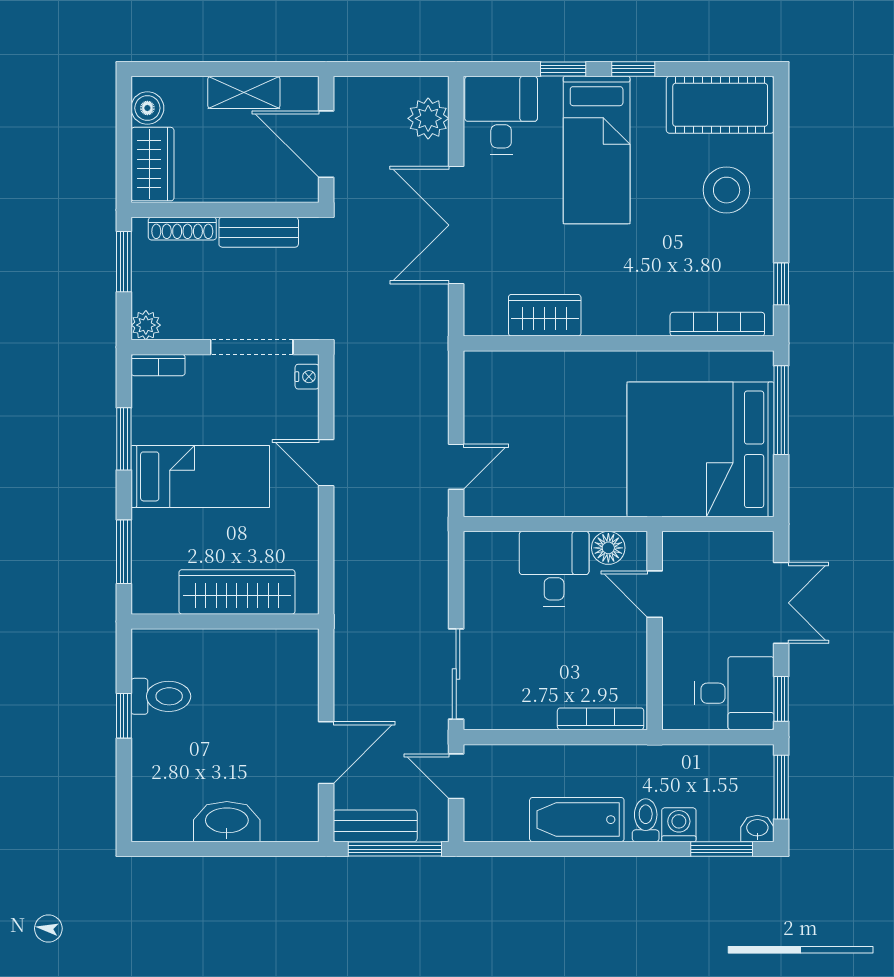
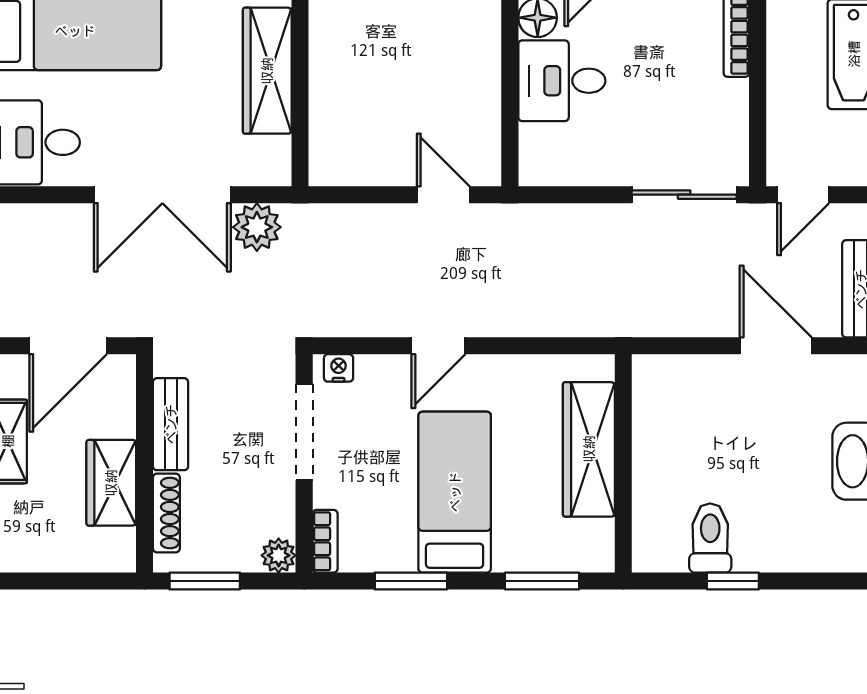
boiler: (147, 108) -> (26, 554), removed
plant: (428, 118) -> (257, 227), moved
wardrobe: (152, 164) -> (111, 483), moved, turned -90
wardrobe: (545, 315) -> (267, 71), width x1.50

